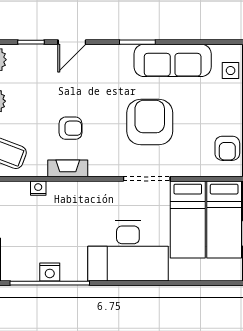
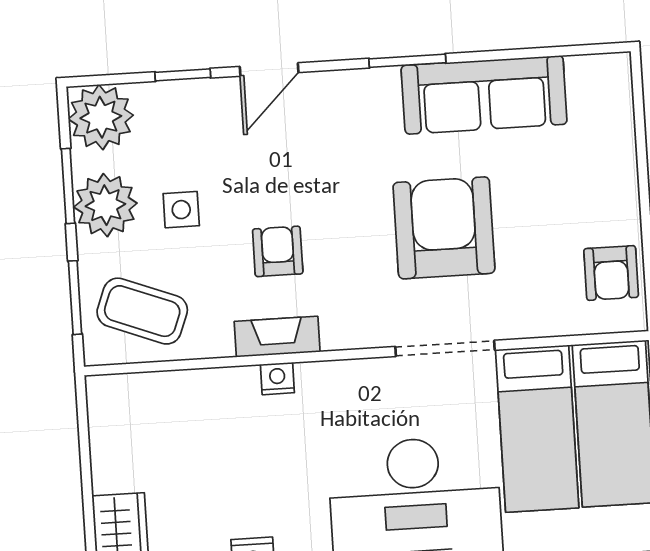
side table: (231, 71) -> (181, 210), moved
armchair: (71, 128) -> (278, 251), turned -90
nightstand: (38, 188) -> (277, 379), moved

